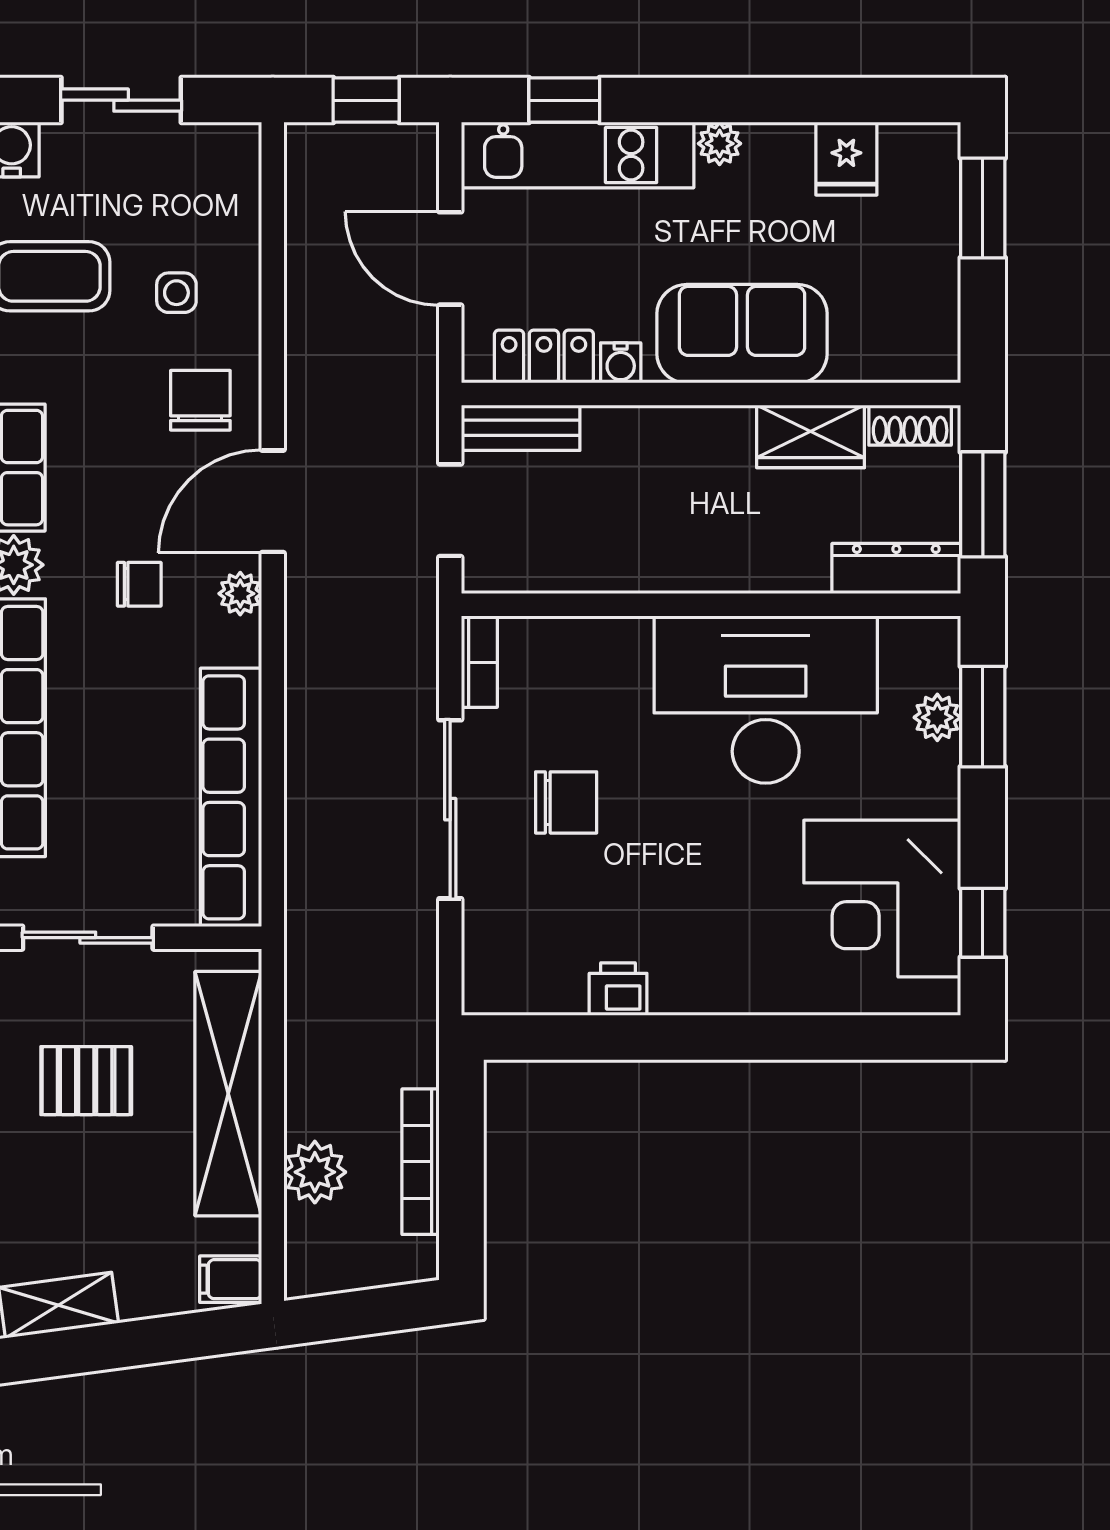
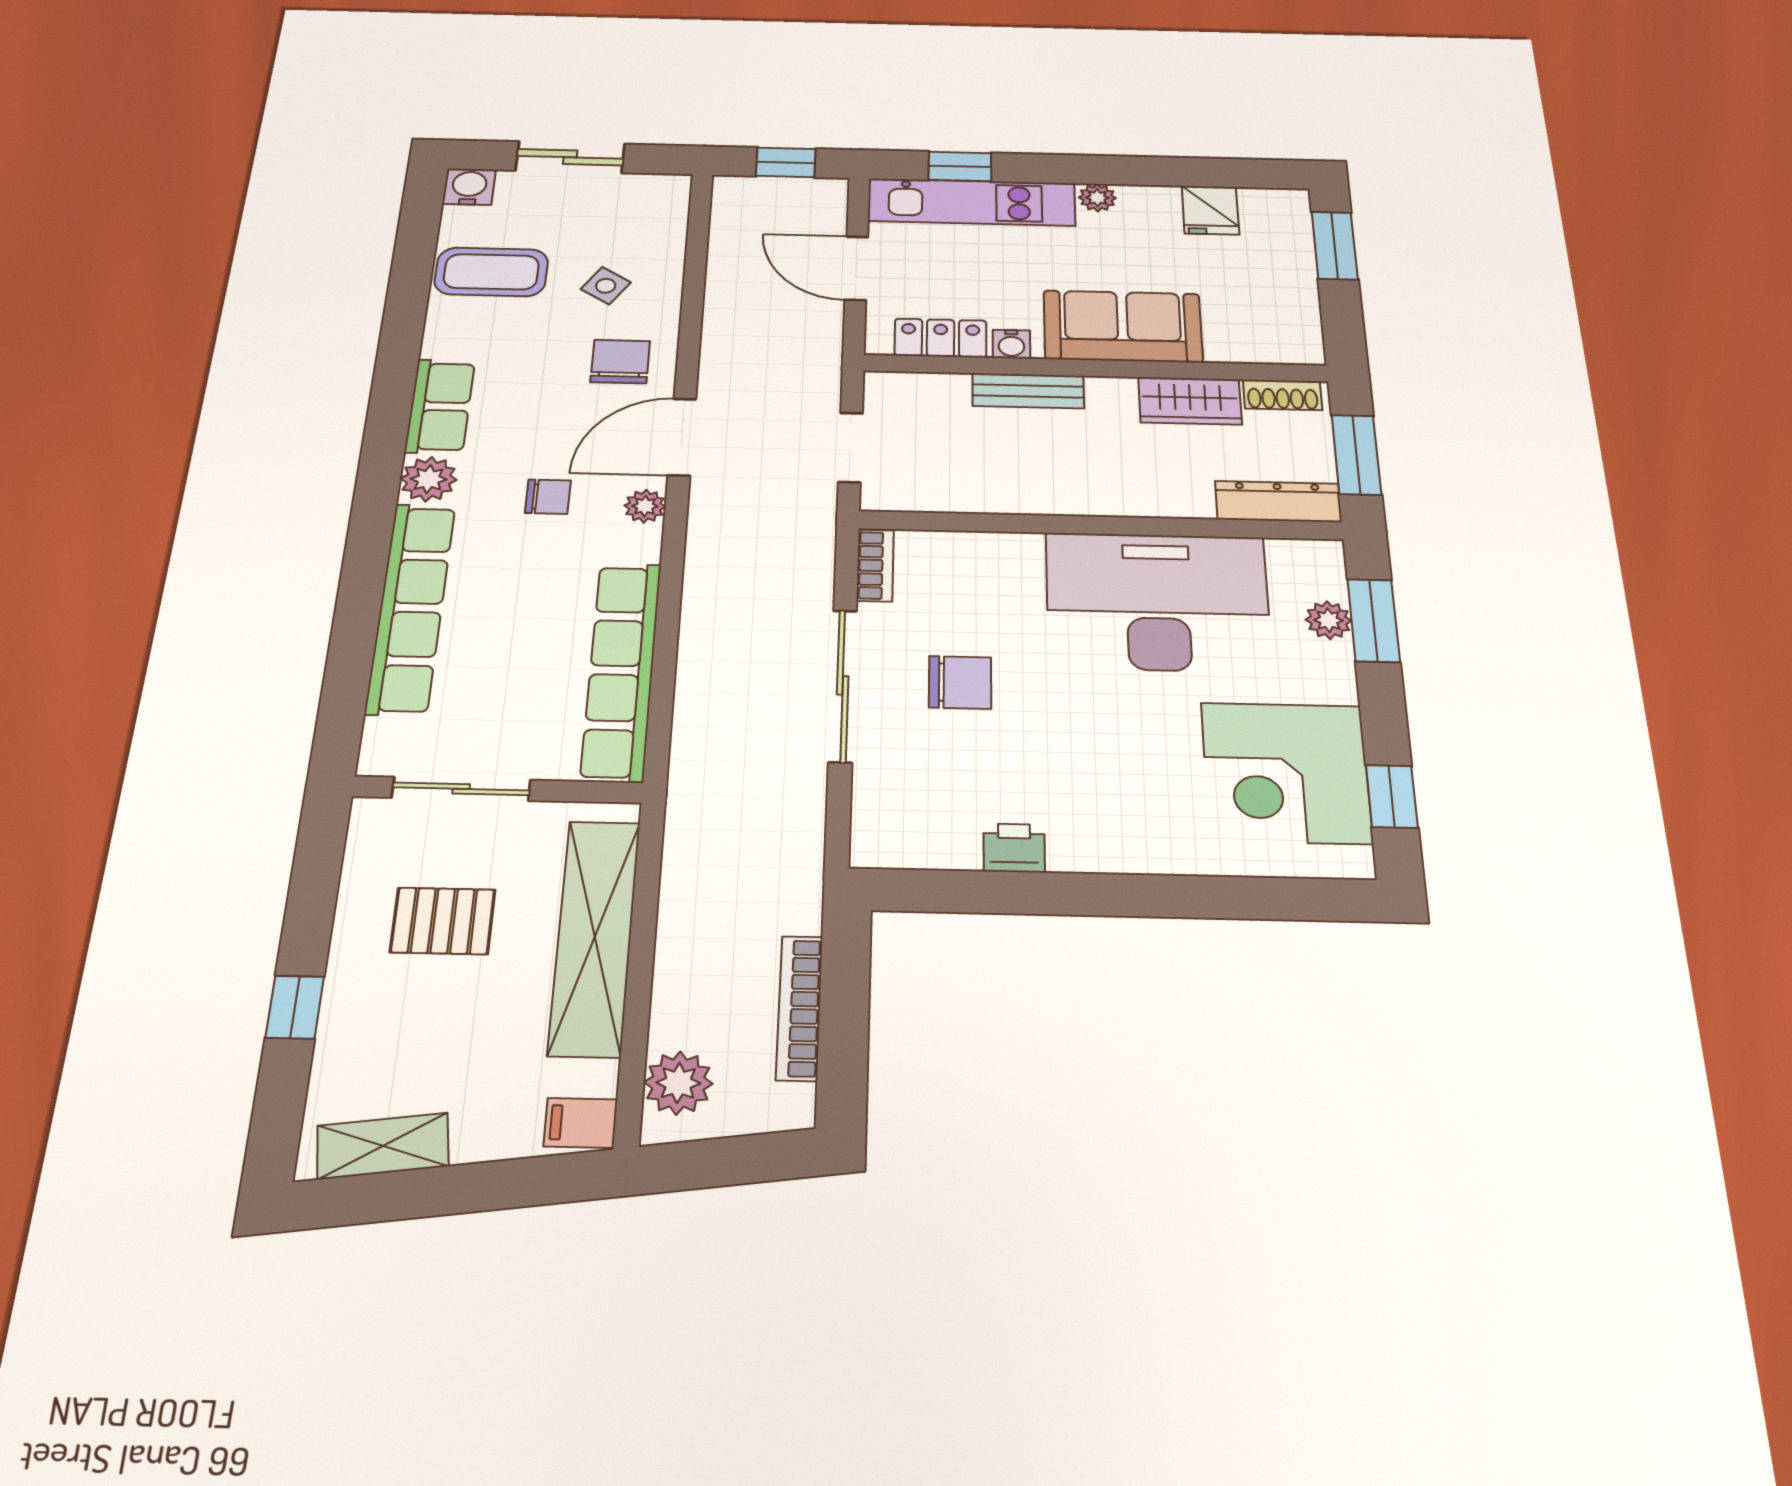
side table: (176, 293) -> (606, 286), turned 33
bench: (521, 428) -> (1028, 391), moved
plant: (315, 1172) -> (678, 1083), moved

